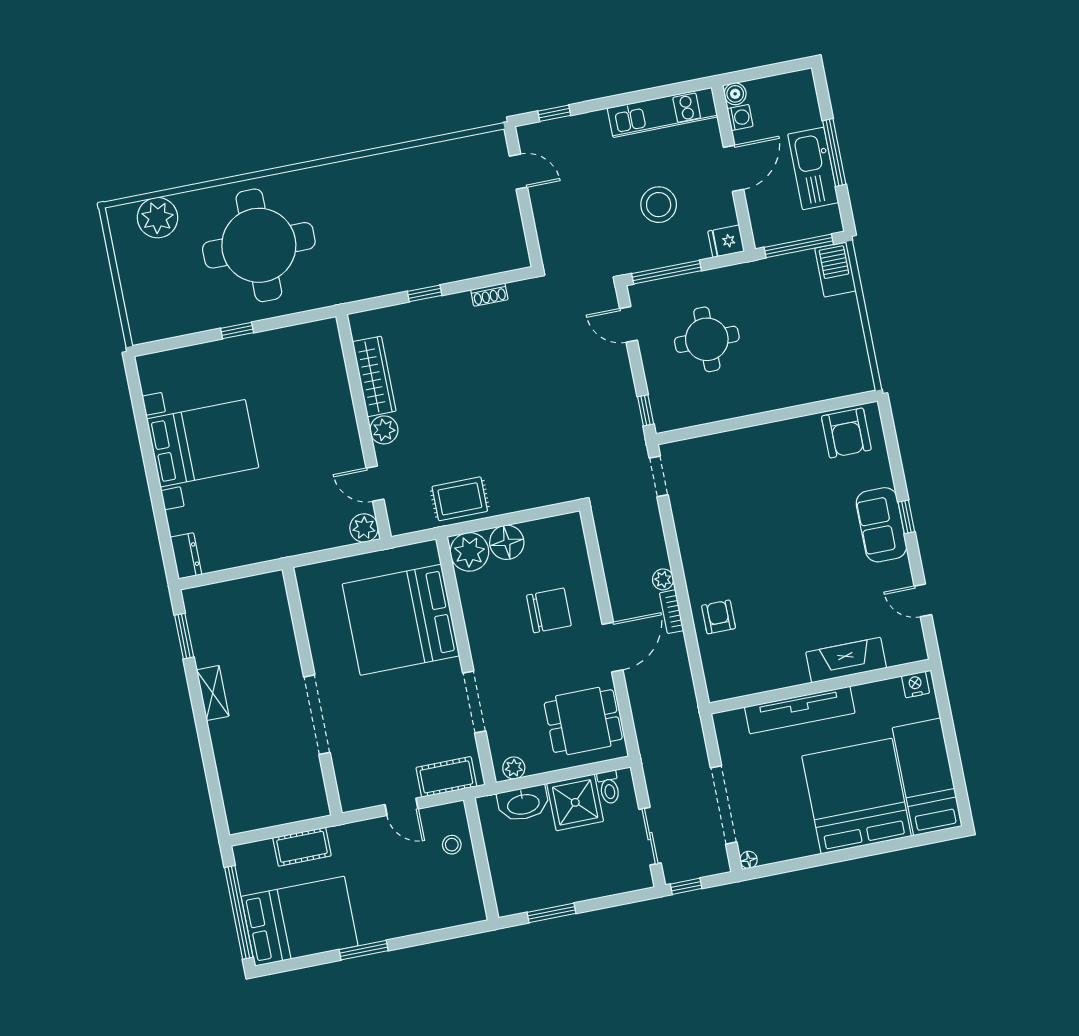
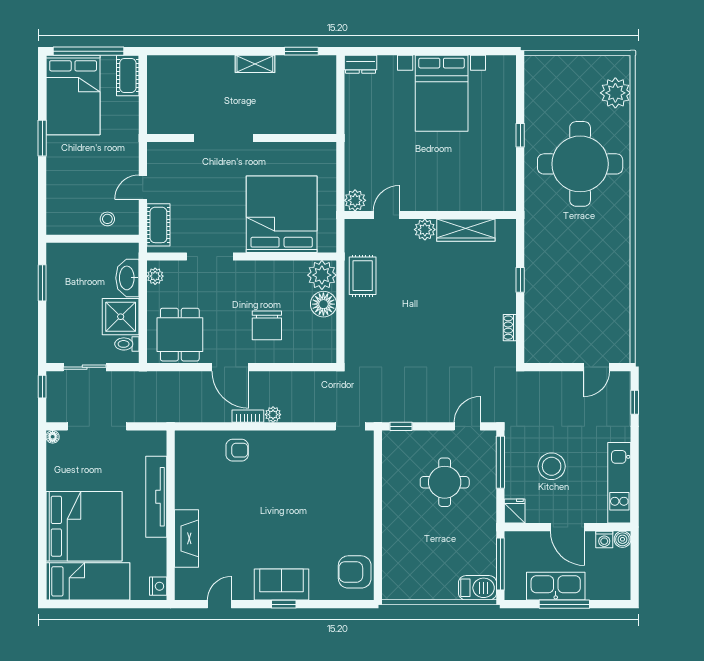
cot: (302, 847) -> (128, 75), moved

